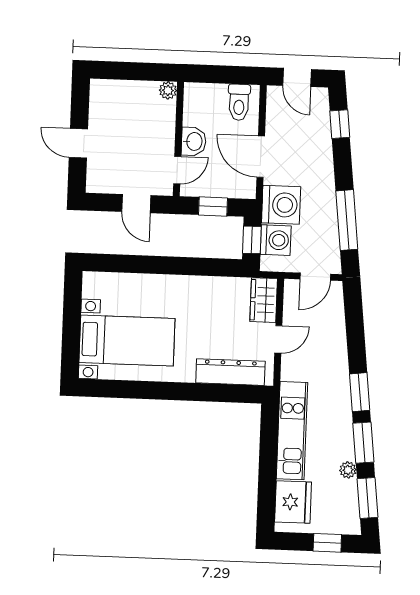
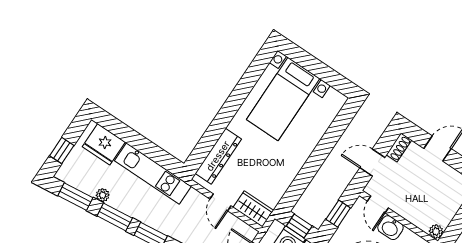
shoe rack: (103, 185) -> (399, 147), added

